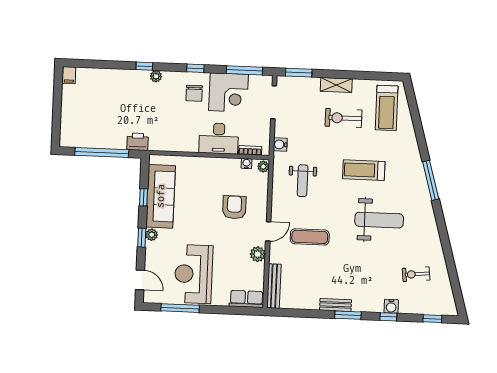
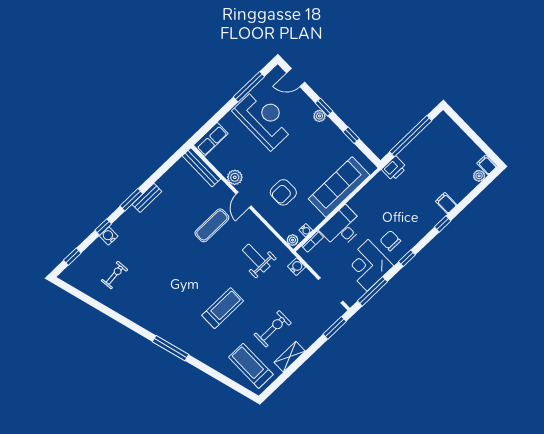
plant: (156, 76) -> (479, 176), moved
filing cabinet: (126, 78) -> (446, 203), added
shelving: (336, 85) -> (290, 357), moved
sofa: (161, 196) -> (339, 187), moved, turned 90
armchair: (234, 207) -> (283, 192), turned 90
weight bench: (379, 220) -> (177, 285), removed

